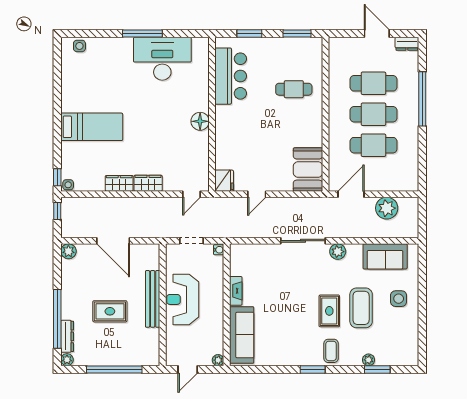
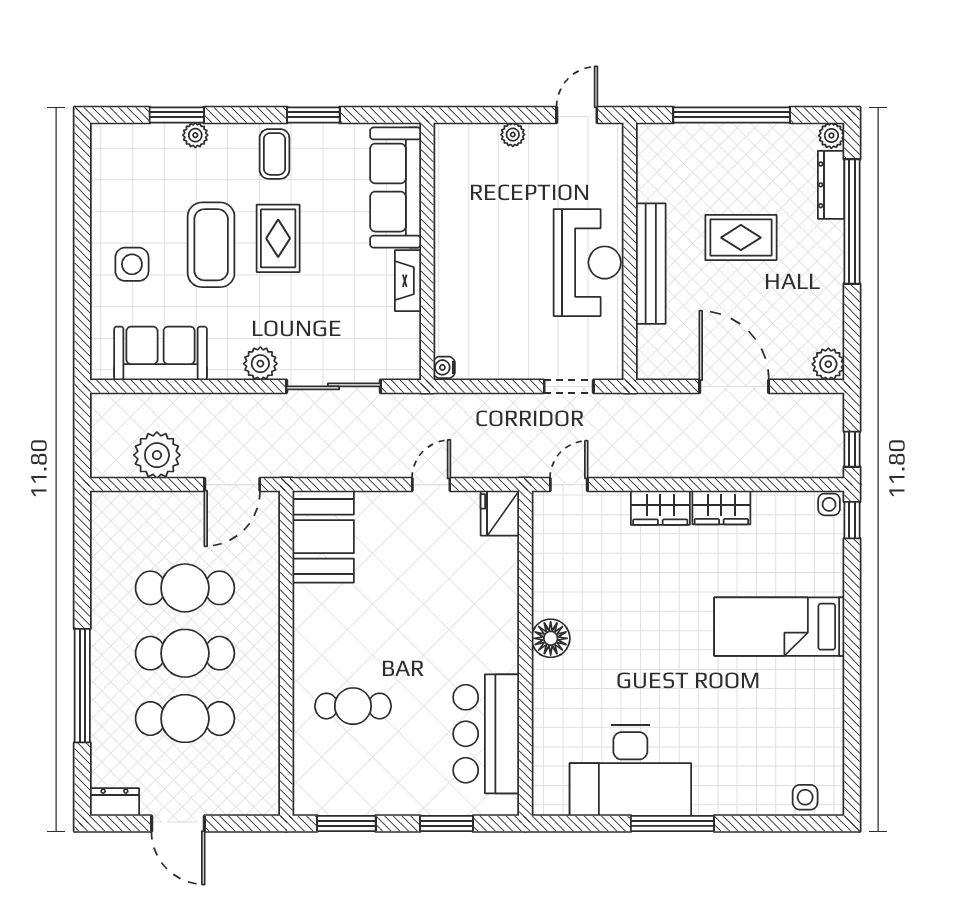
water cooler: (219, 250) -> (444, 367), moved
fireplace: (236, 291) -> (408, 281), moved
wall: (227, 305) -> (427, 251), moved
sofa: (242, 335) -> (396, 188), moved

